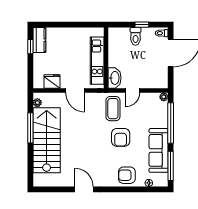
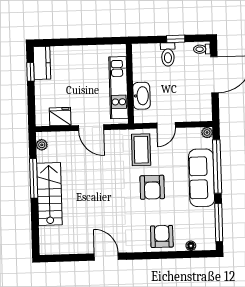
washbasin: (115, 78) -> (142, 96), moved
stairs: (47, 140) -> (49, 194), width x0.73, depth x0.66
sofa: (159, 150) -> (202, 178), moved
armchair: (127, 175) -> (162, 236), turned 90

